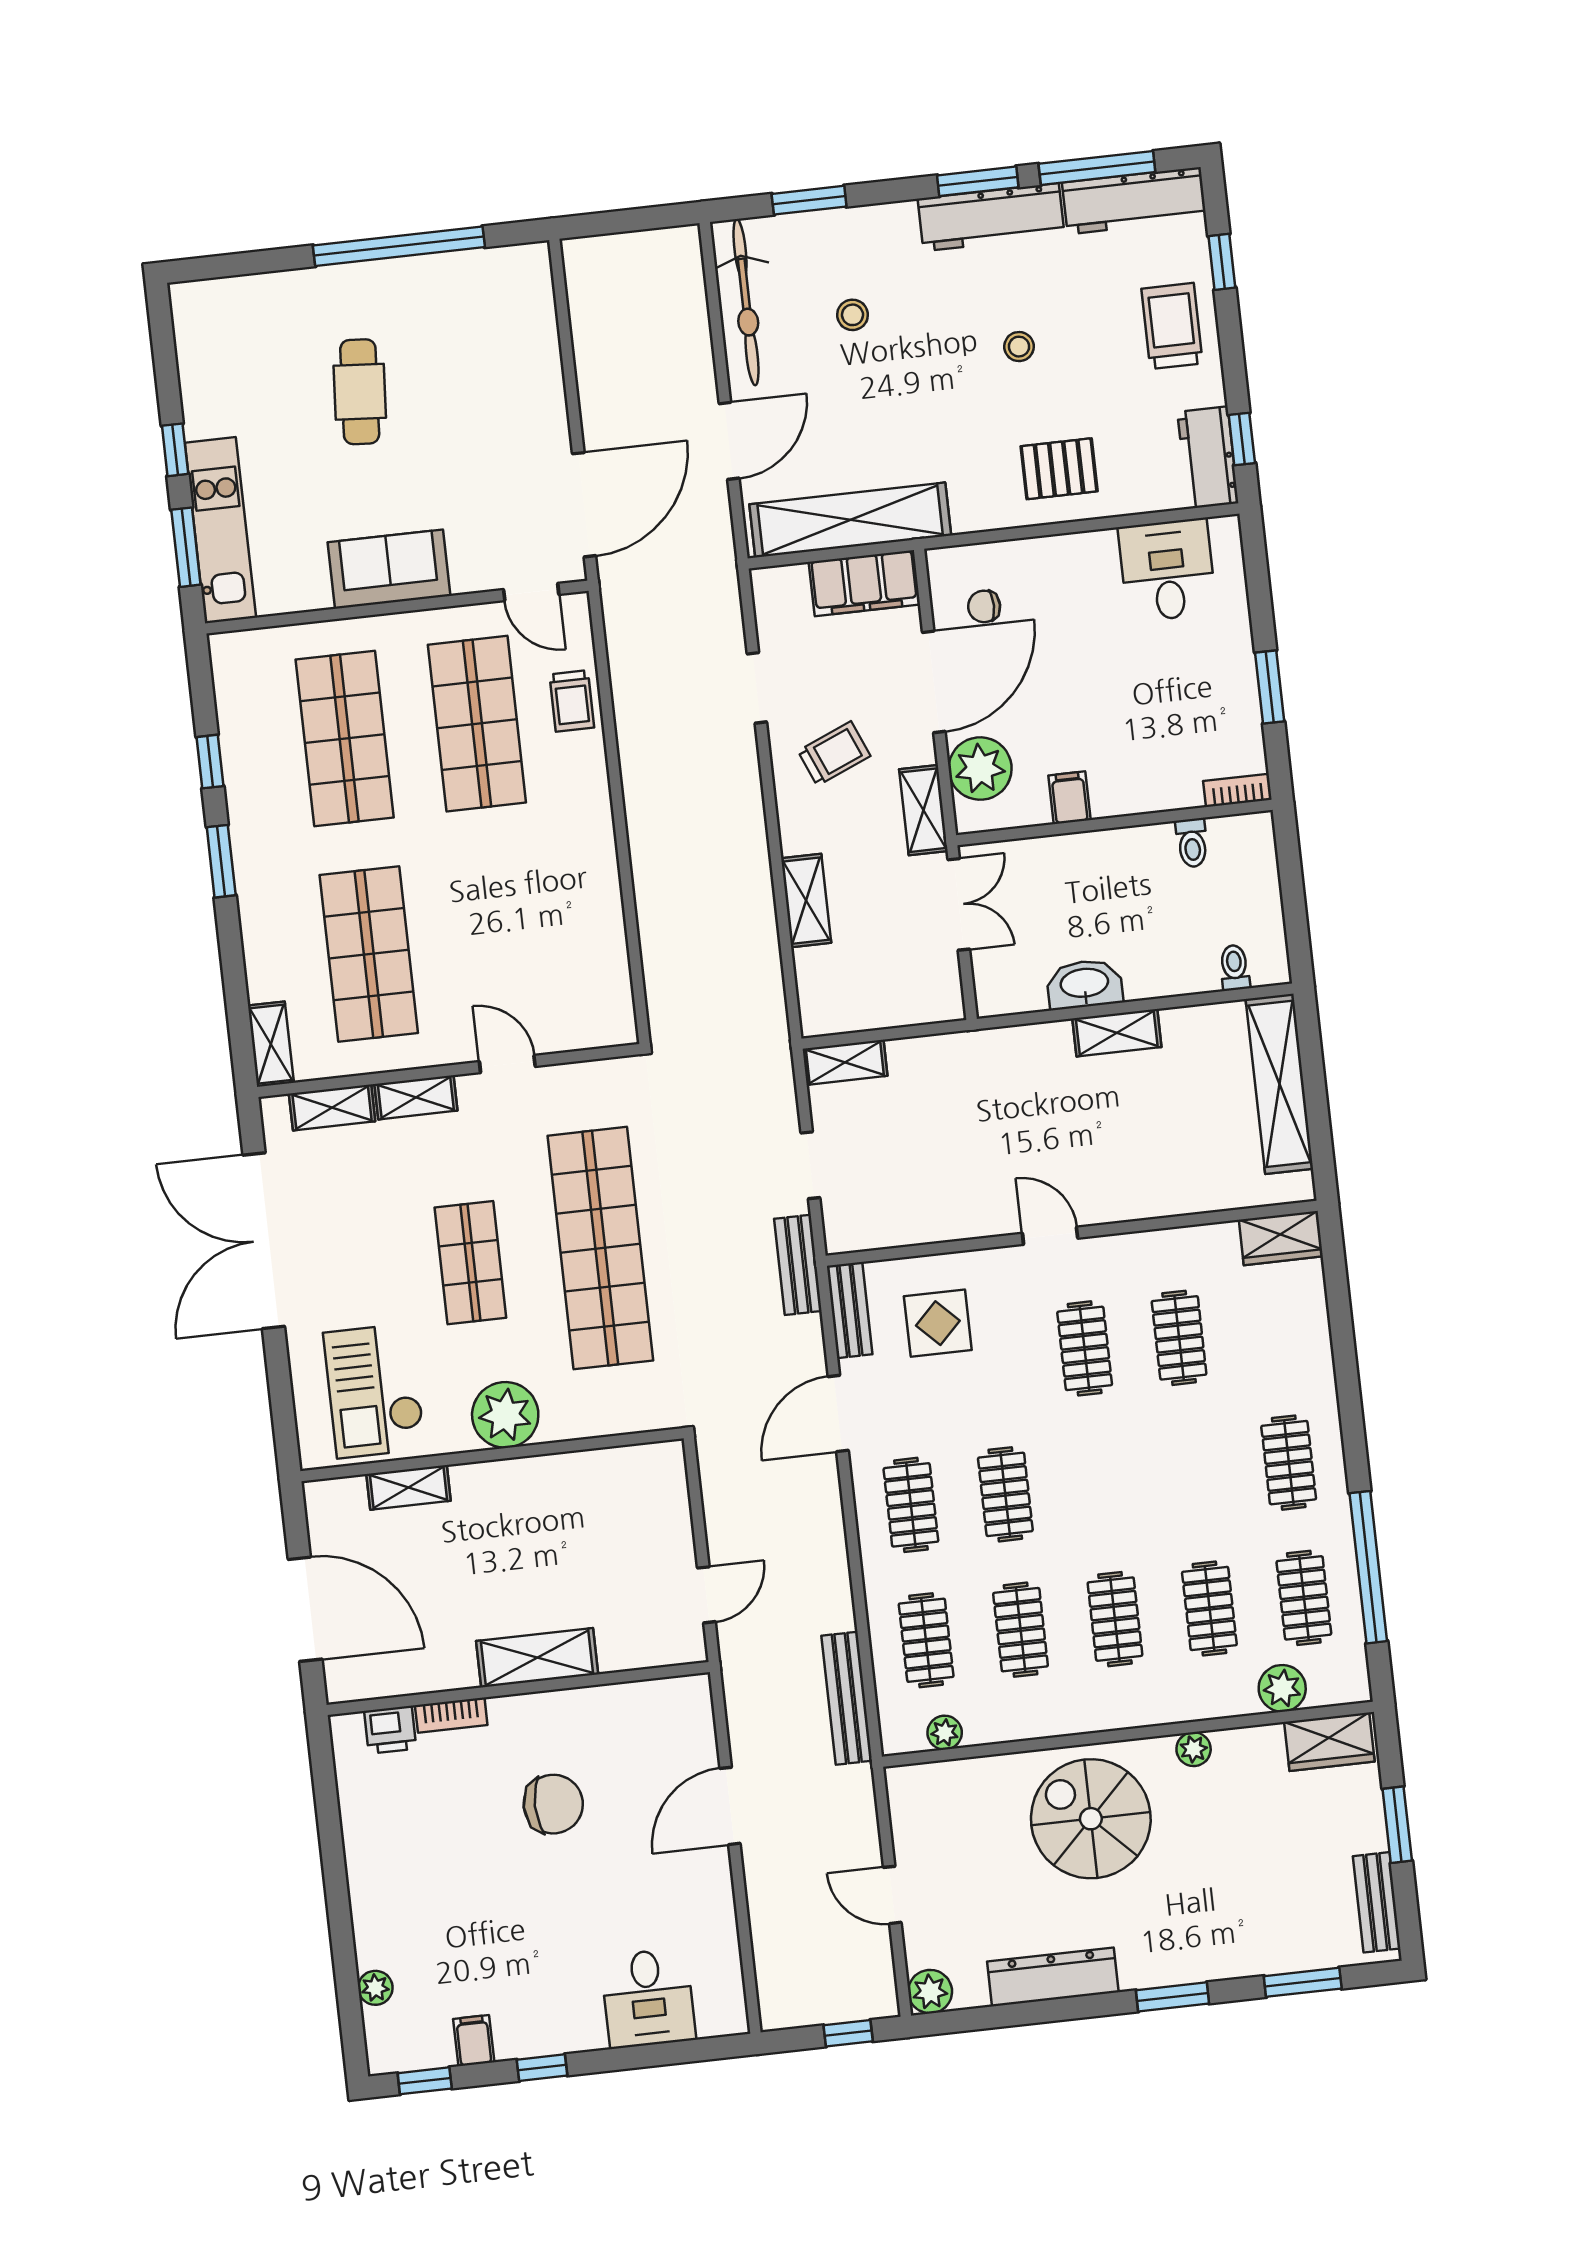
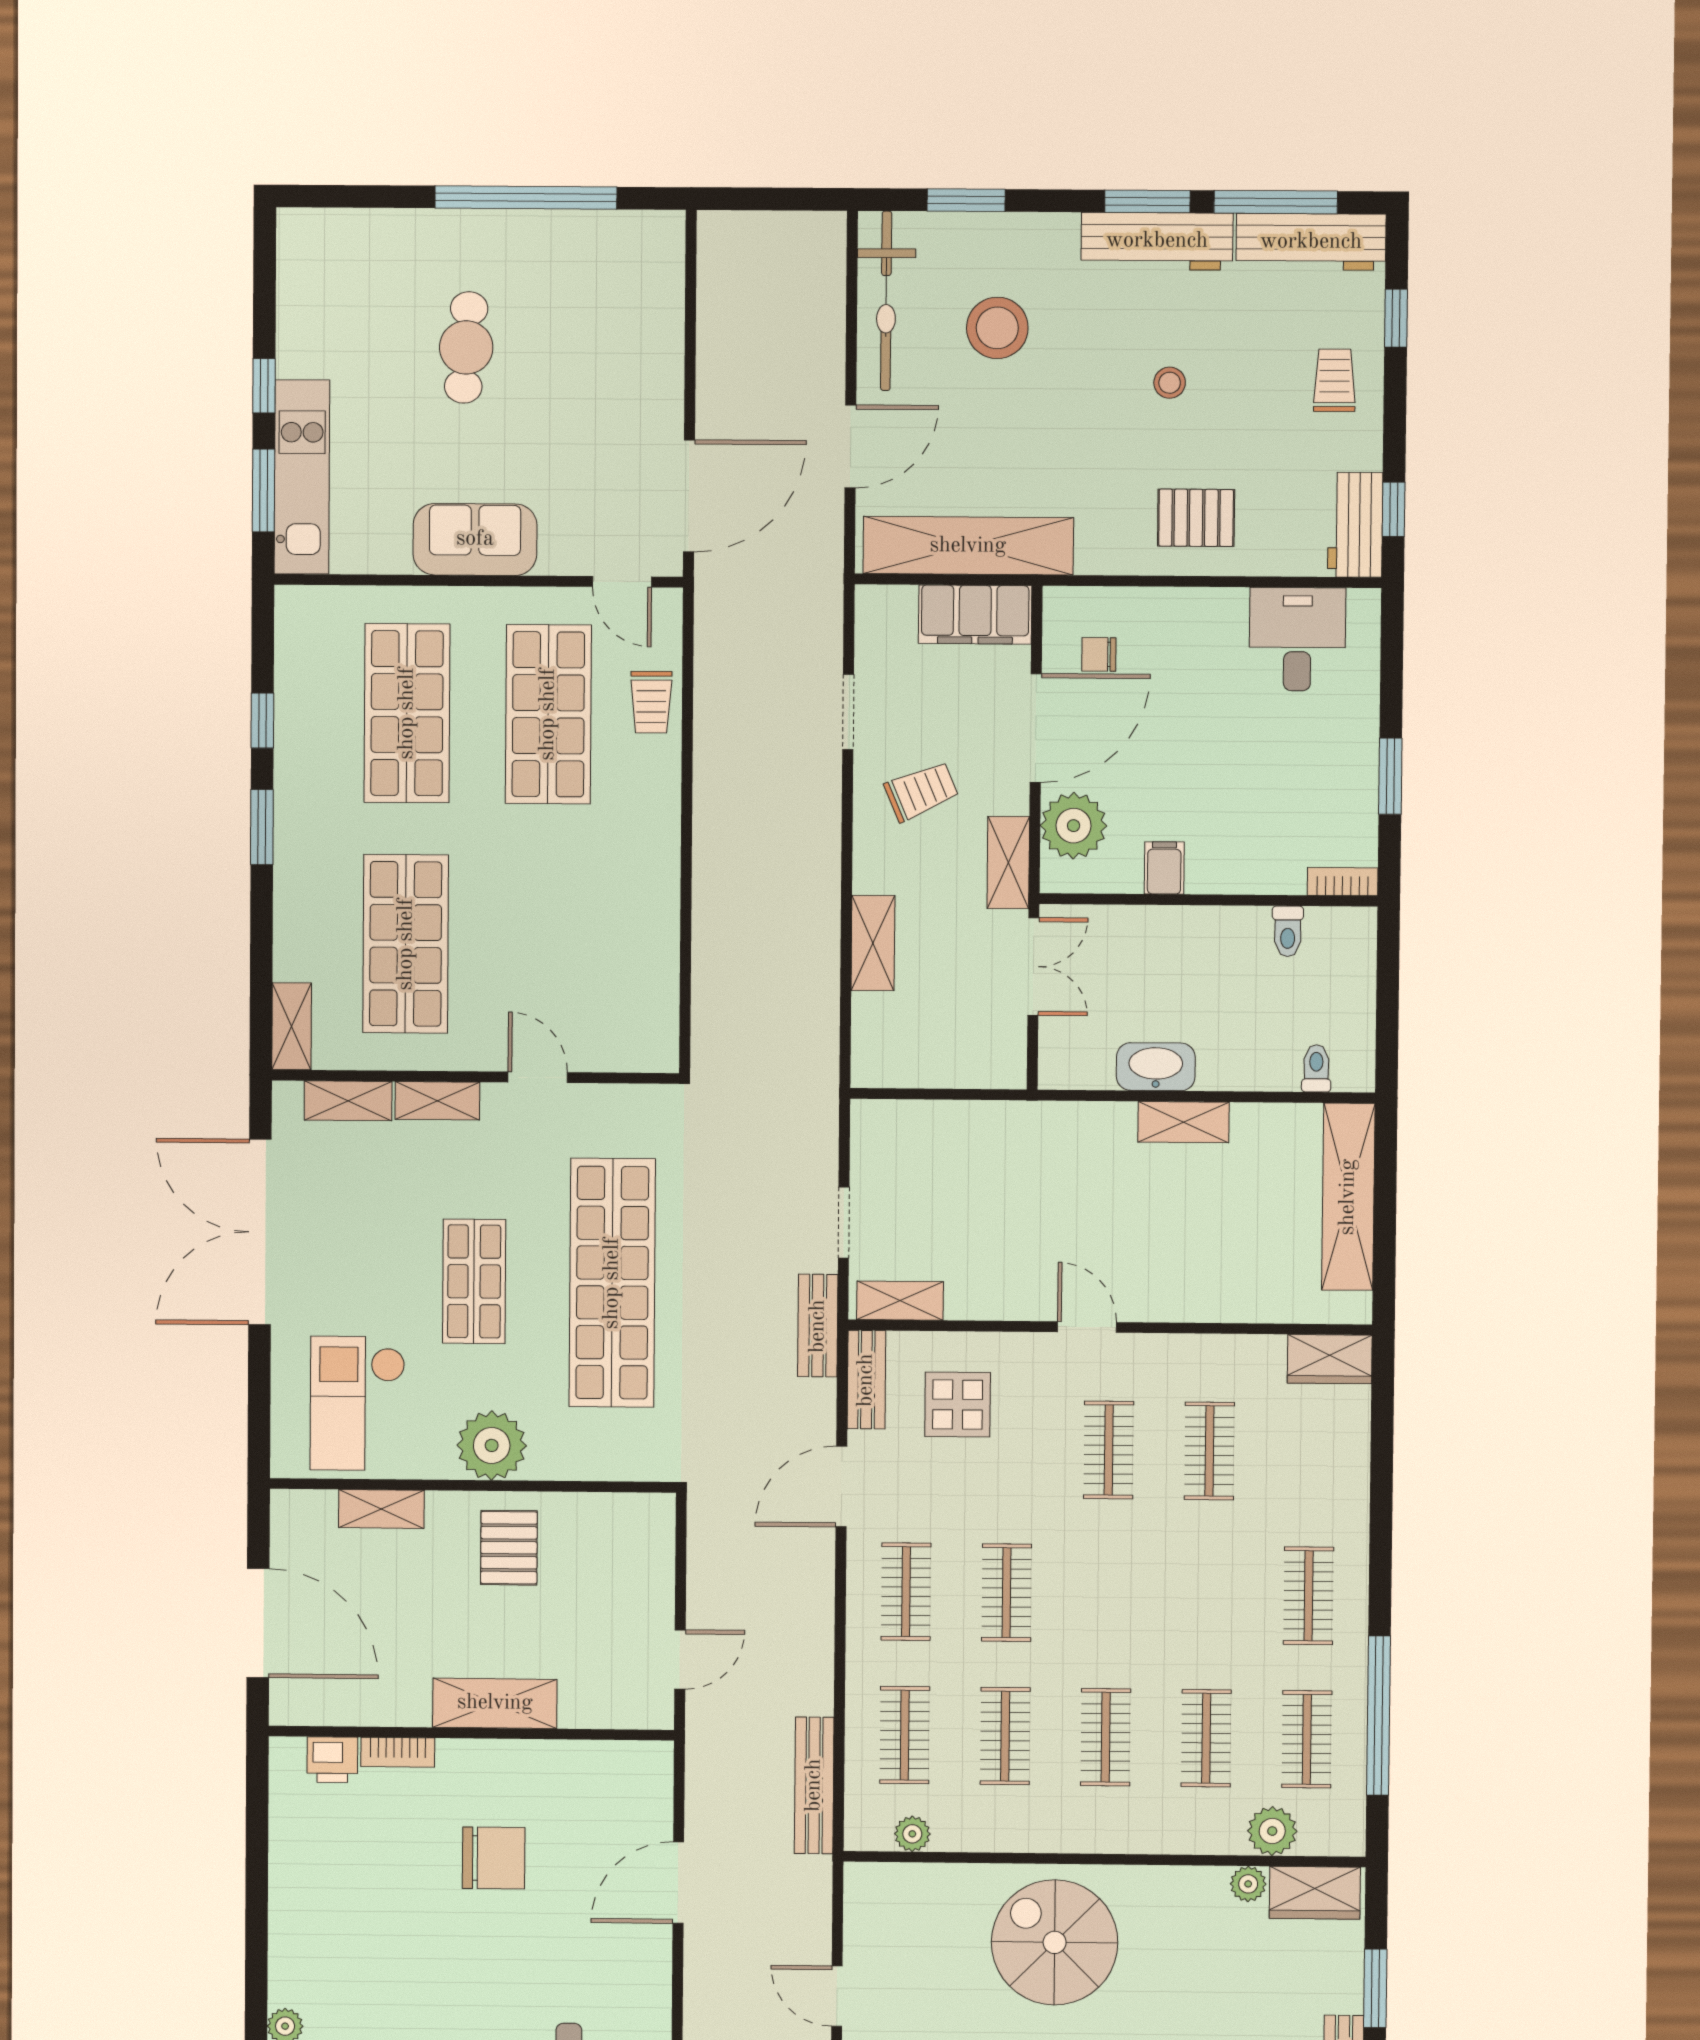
stool: (853, 315) -> (997, 328), width x1.89, depth x1.89
trolley: (1172, 326) -> (1335, 380), width x0.73, depth x0.72
shelving: (845, 1062) -> (900, 1301), moved
pallet: (533, 1509) -> (509, 1548), added
plant: (1194, 1749) -> (1248, 1884), moved

